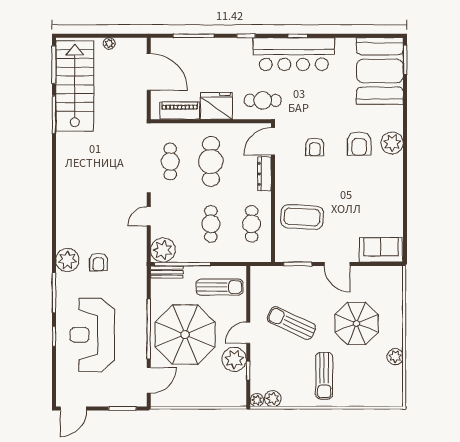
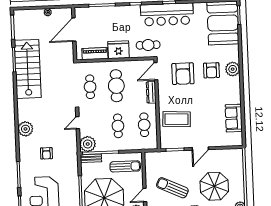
door: (149, 72) -> (74, 30), swing flipped
stairs: (75, 86) -> (28, 69), moved
armchair: (315, 147) -> (183, 74), width x1.88, depth x1.88
sofa: (381, 250) -> (234, 118), moved, turned -90
plant: (67, 260) -> (25, 129), moved
door: (337, 264) -> (200, 149), hinge flipped

